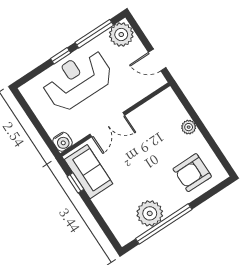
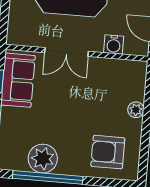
water cooler: (63, 142) -> (114, 44), moved

